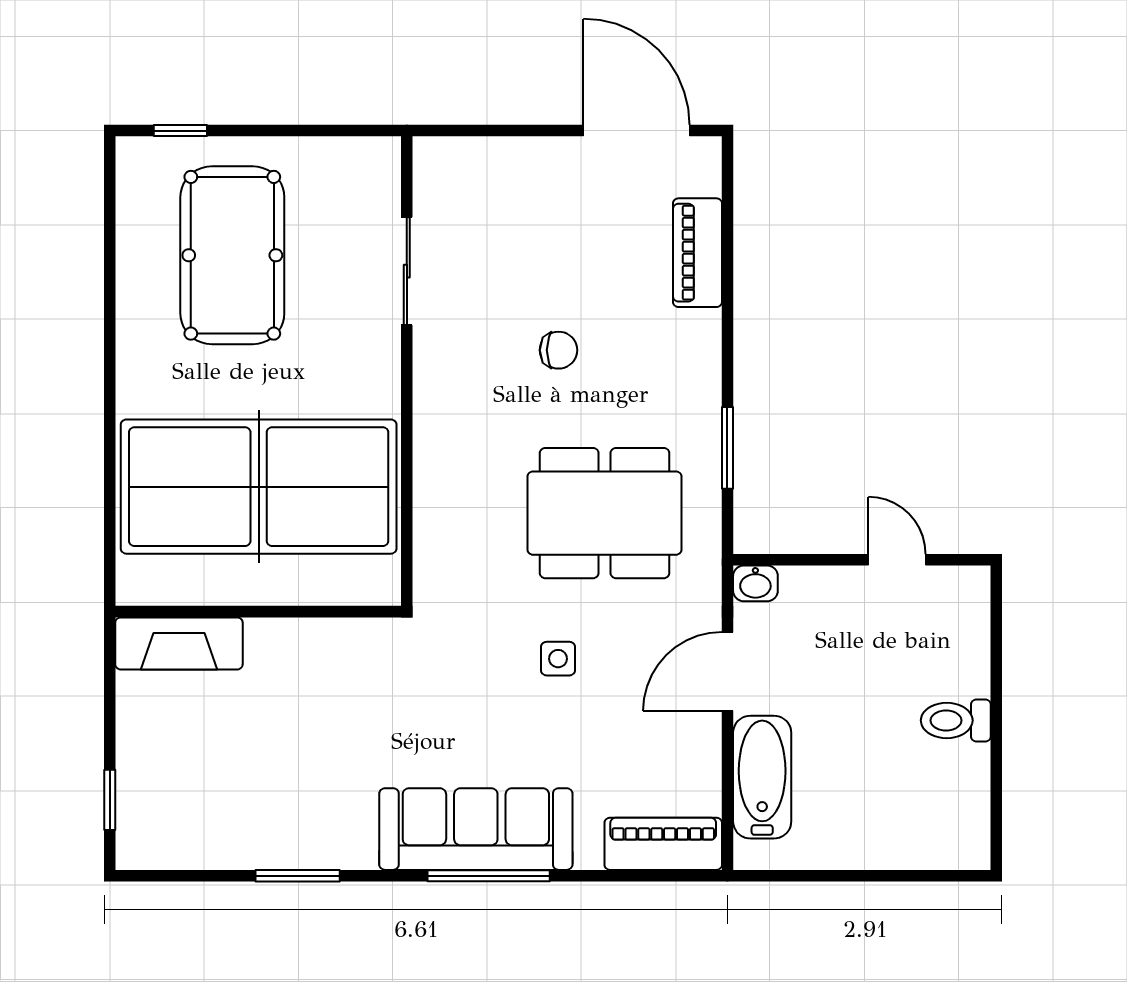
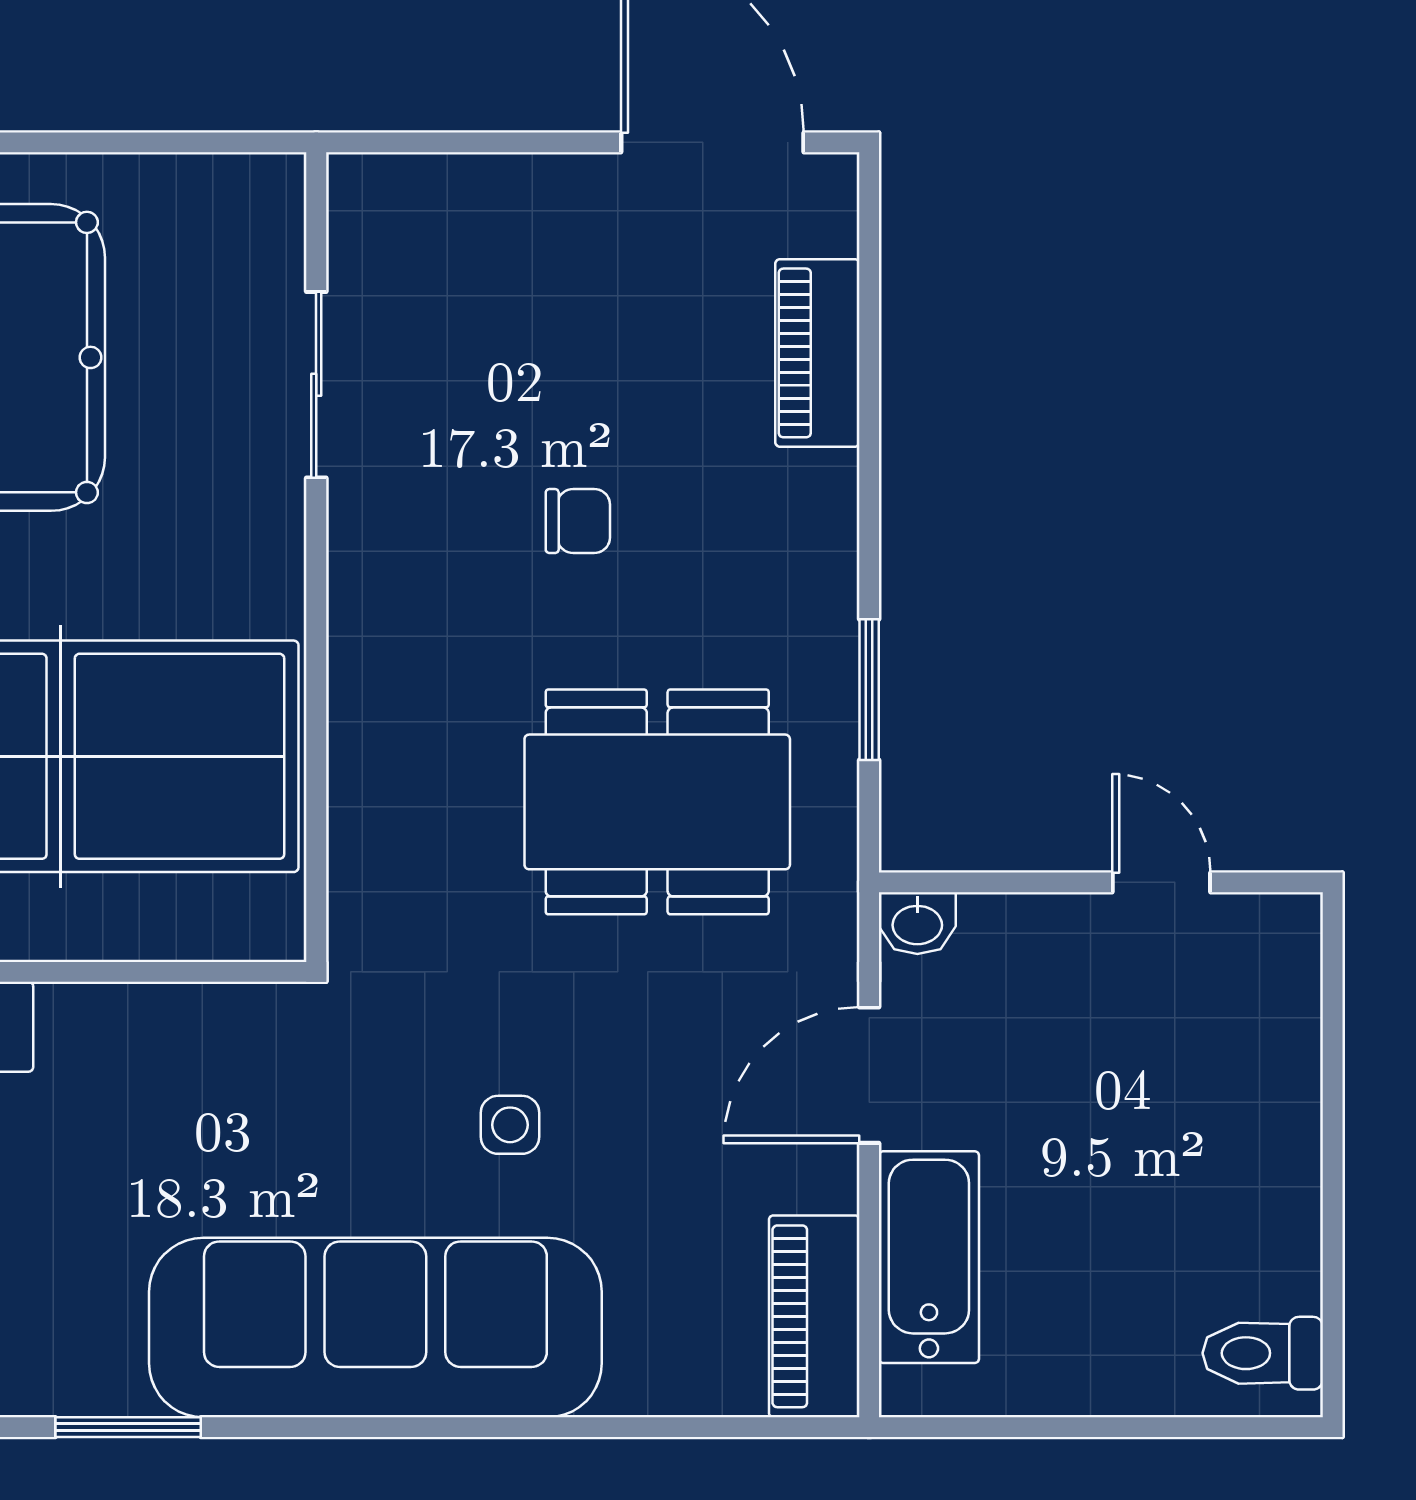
side table: (558, 659) -> (510, 1125), moved
toilet: (956, 720) -> (1263, 1353), moved
sofa: (476, 829) -> (375, 1328), width x1.36, depth x1.27
piano: (663, 844) -> (814, 1316), moved, turned -90
window: (489, 876) -> (457, 1427), removed

